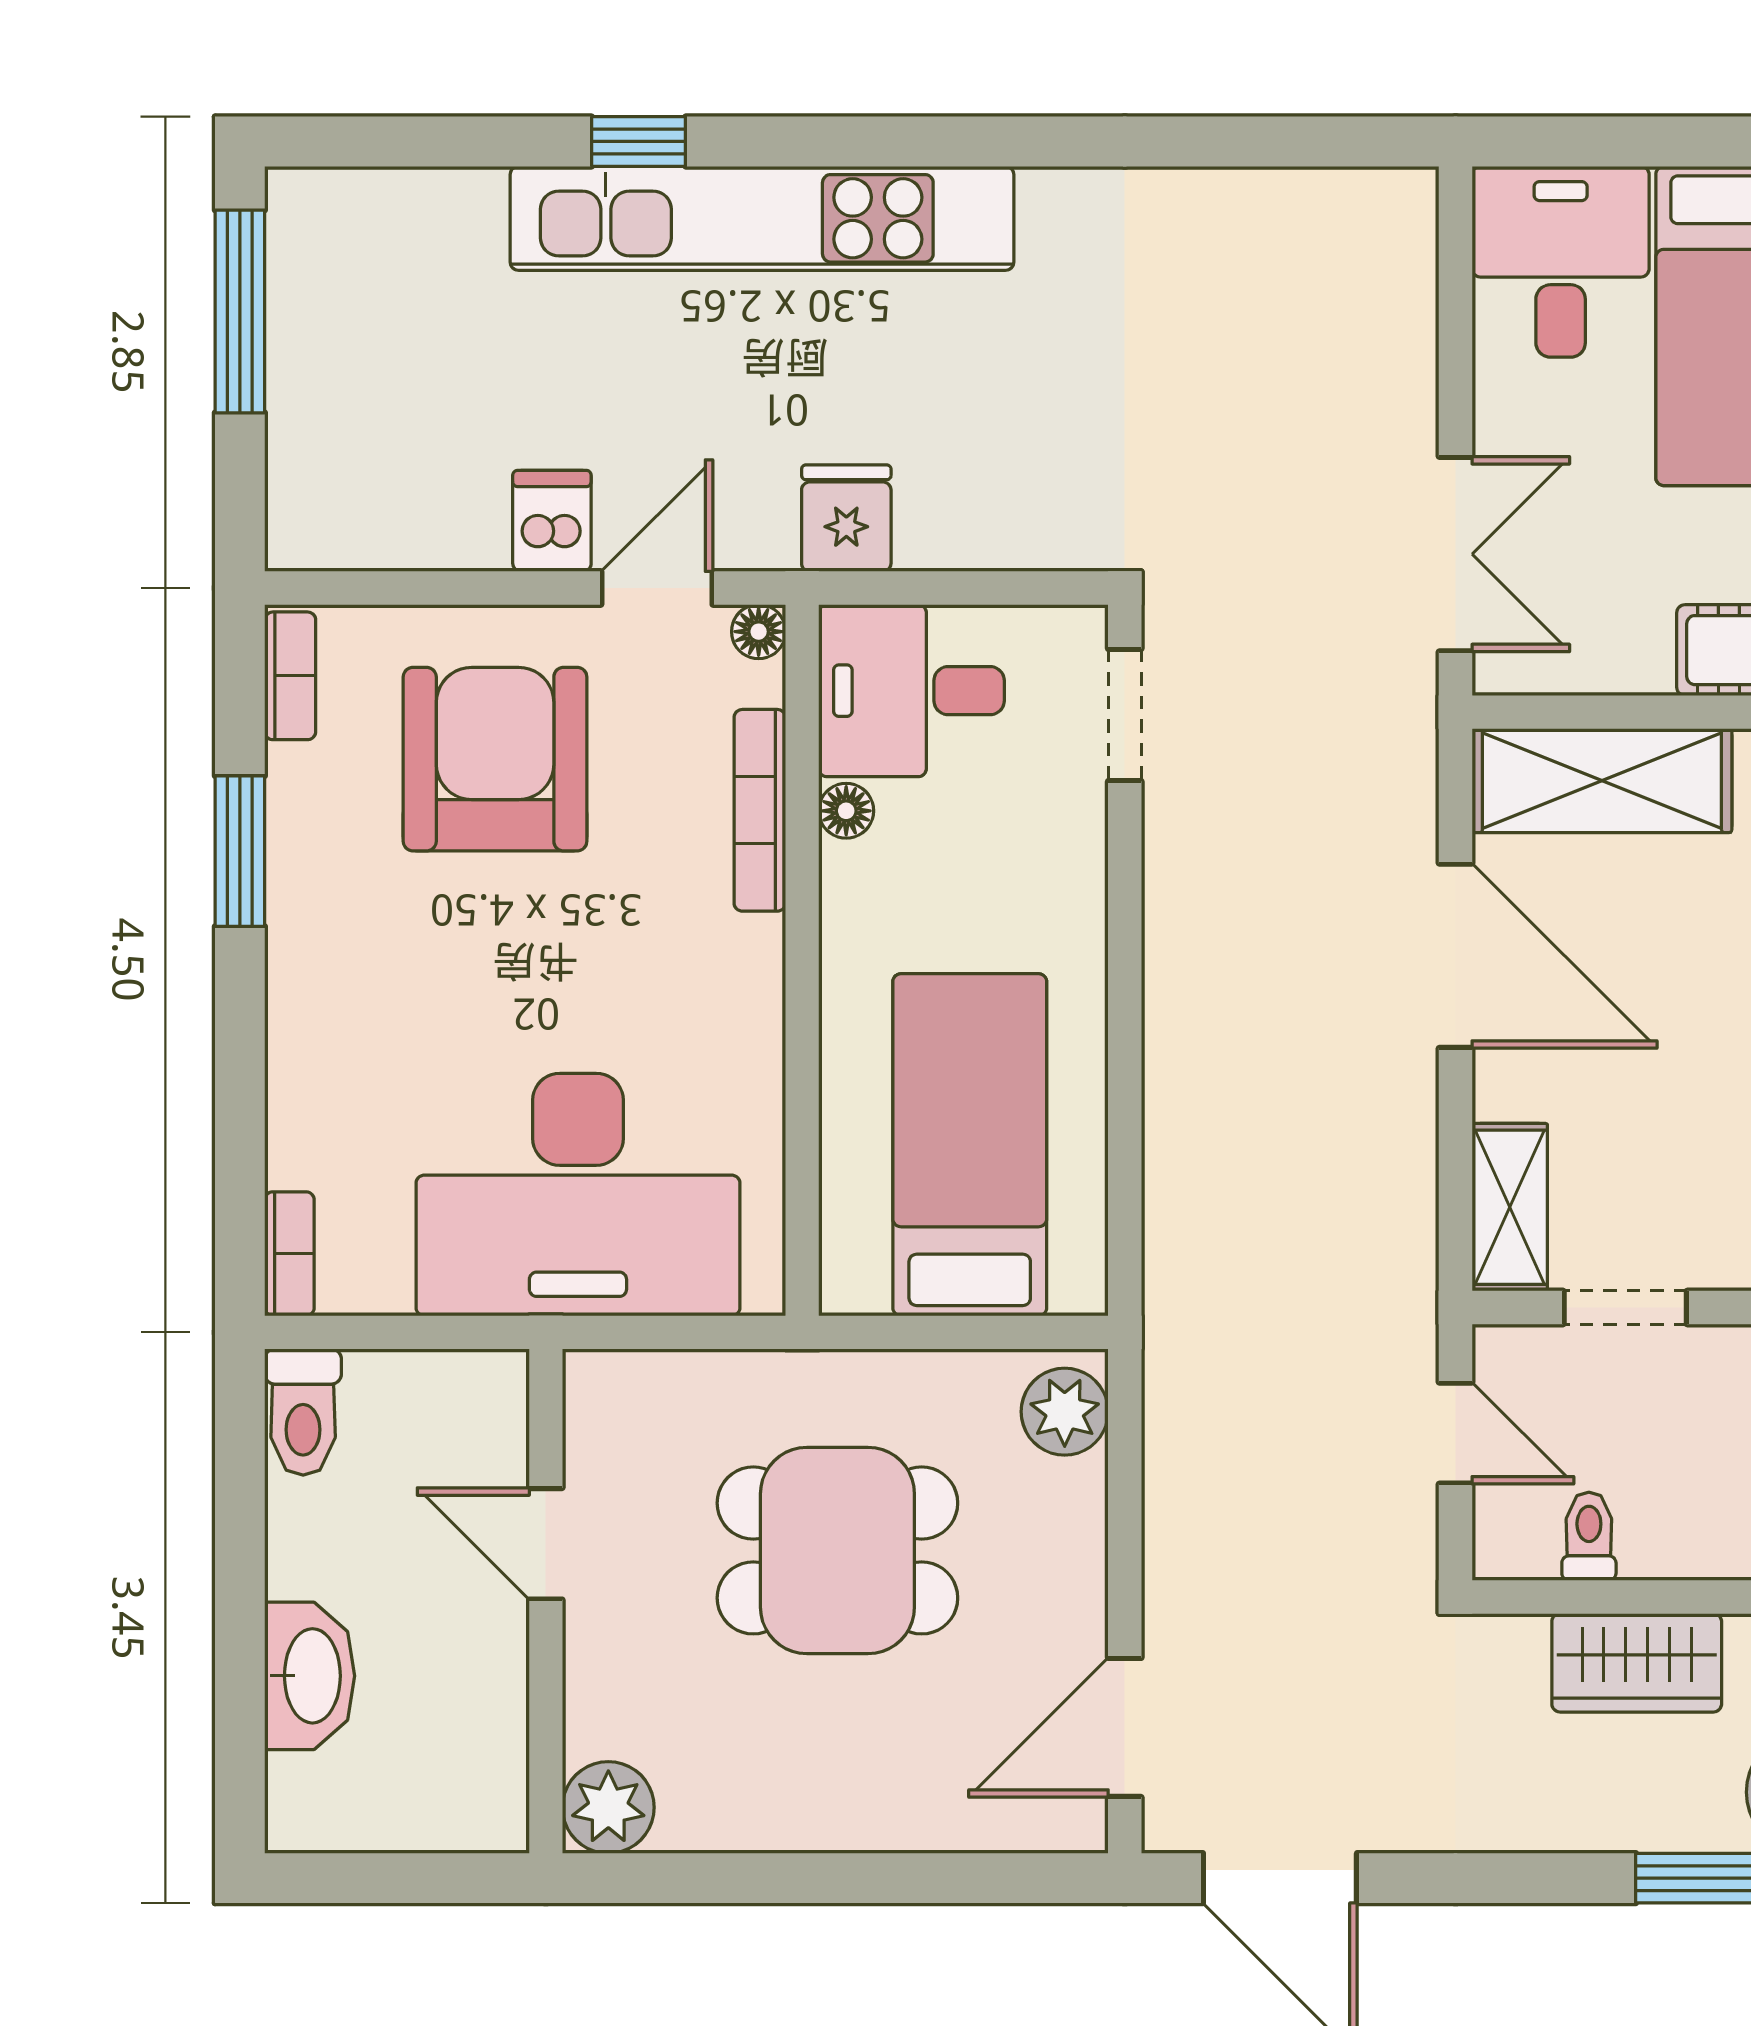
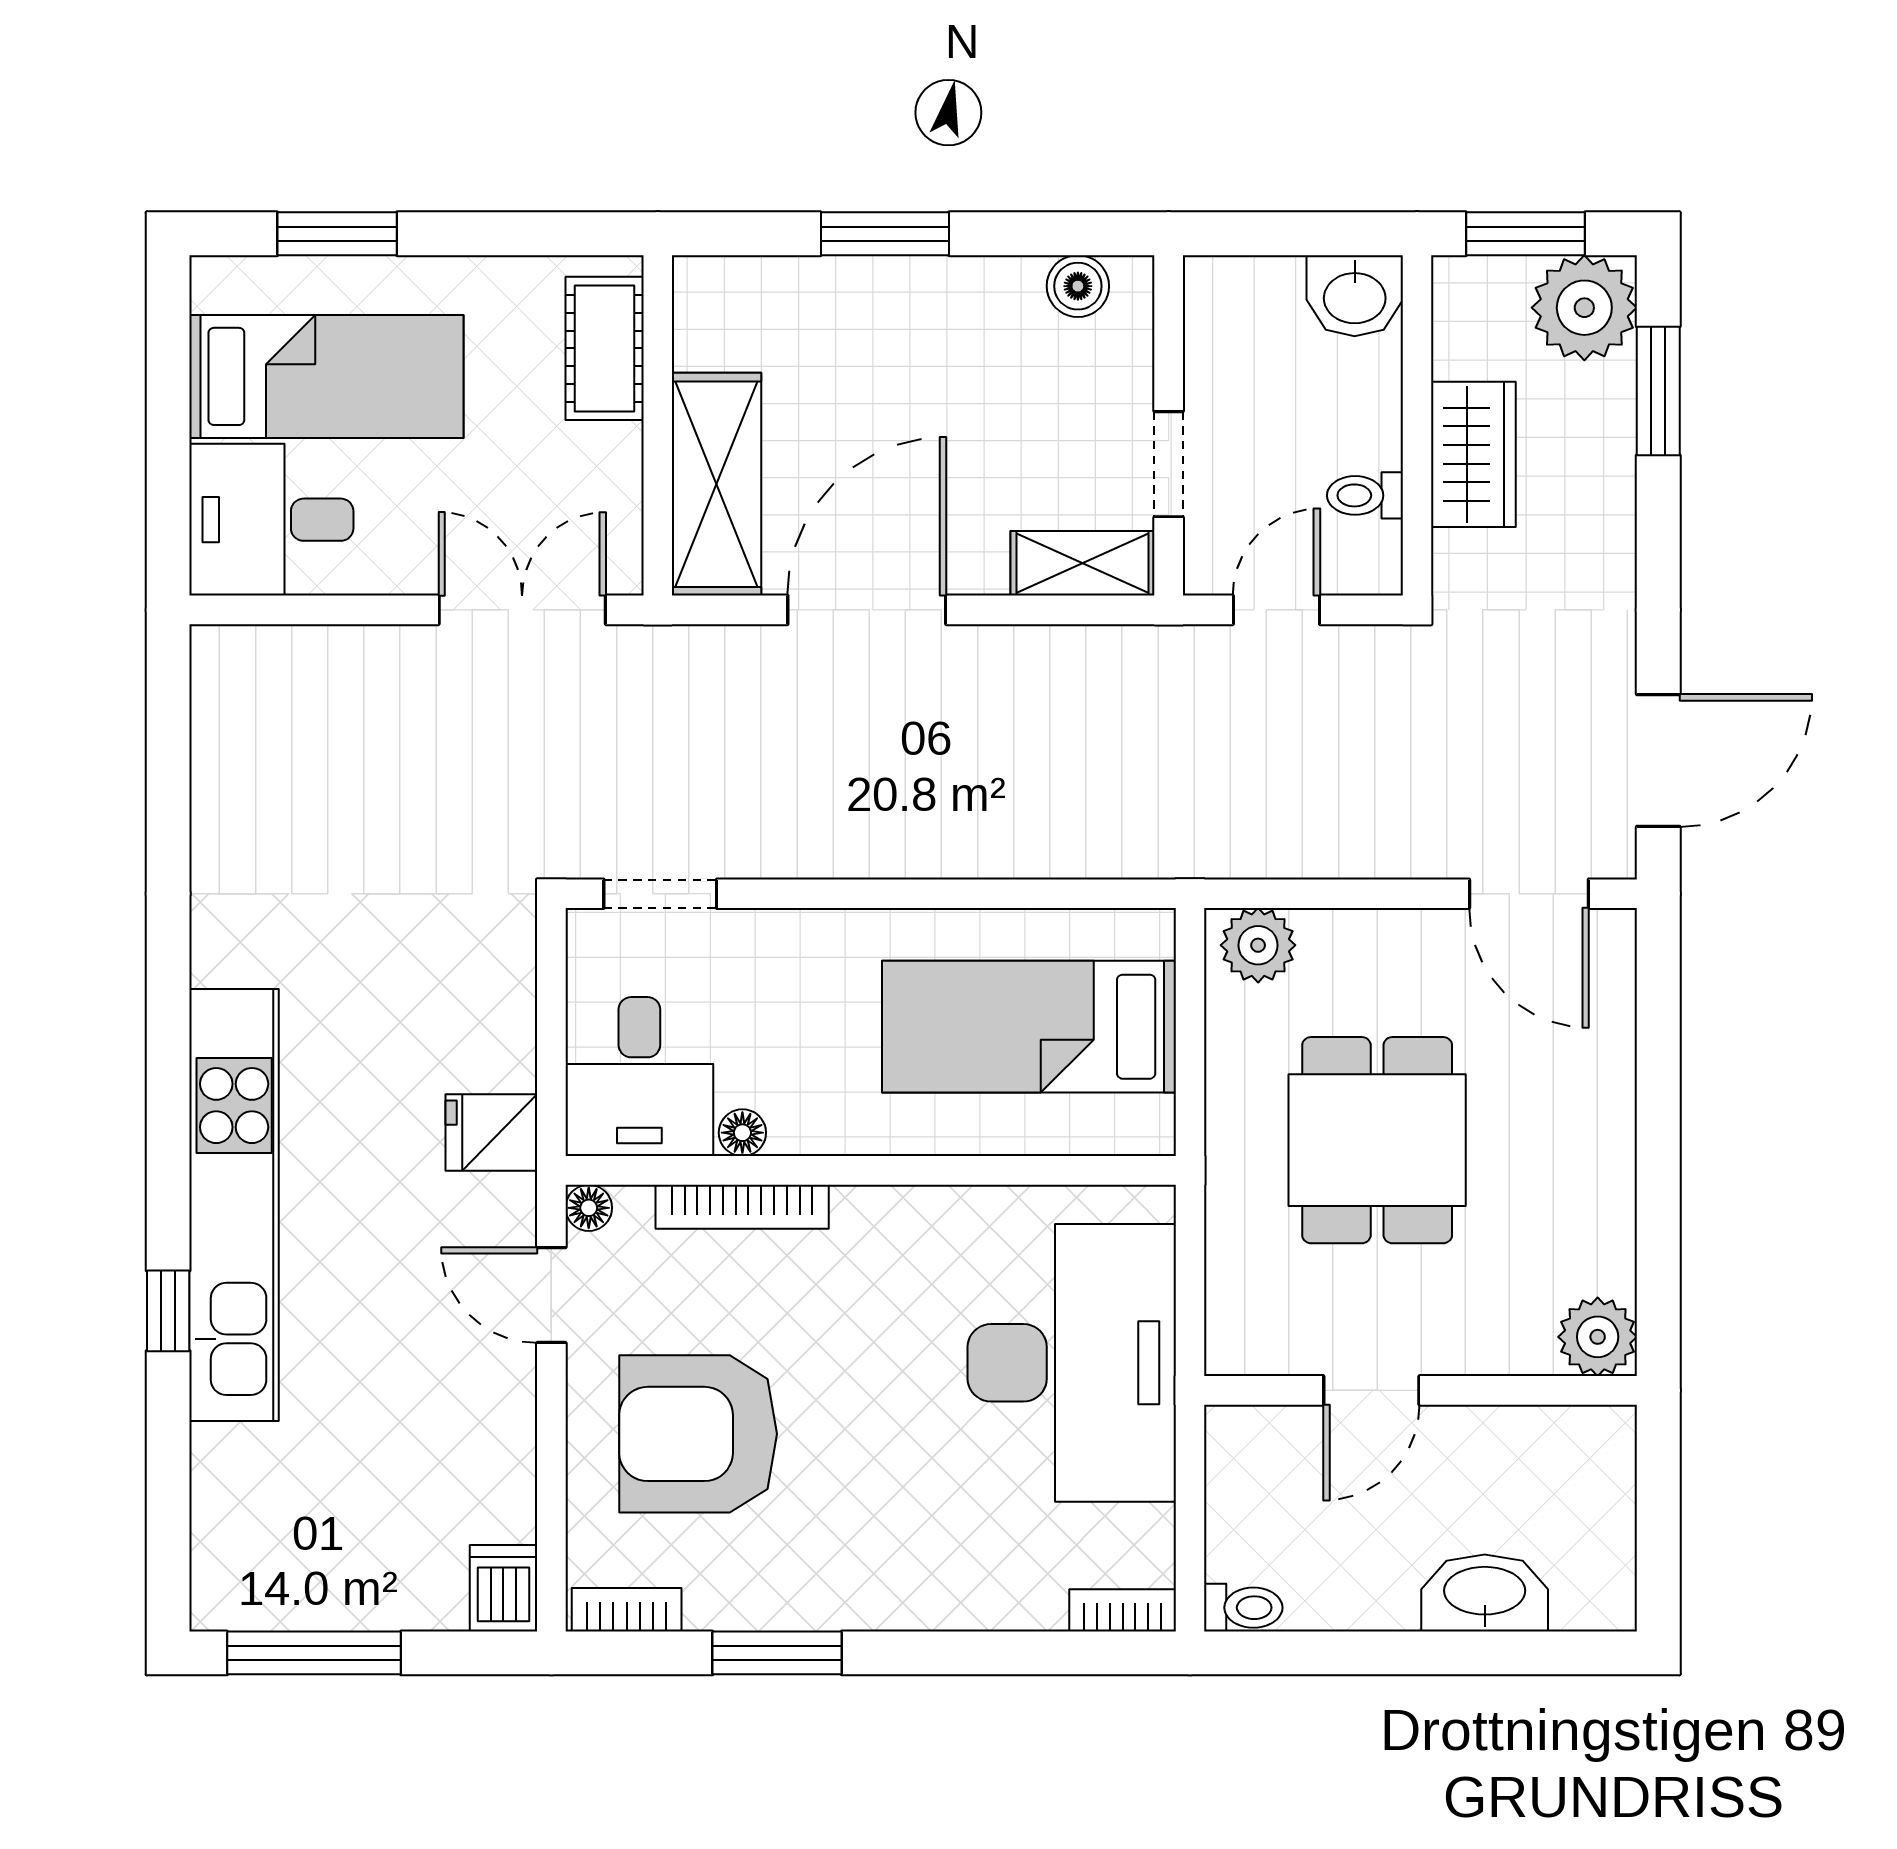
dishwasher: (552, 521) -> (503, 1588), moved, turned 90
toilet: (303, 1412) -> (1243, 1608), width x0.73, depth x0.72

